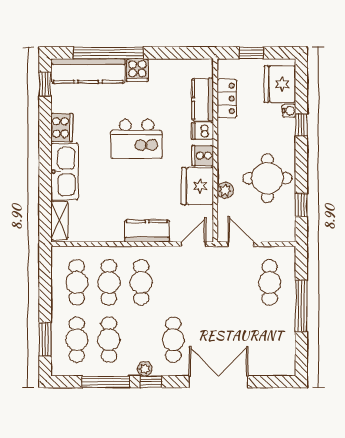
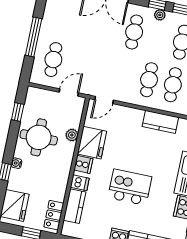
locker: (227, 98) -> (54, 215), moved
water cooler: (289, 111) -> (16, 163), moved
kitchen counter: (147, 231) -> (160, 122), moved
door: (241, 244) -> (69, 93), swing flipped

